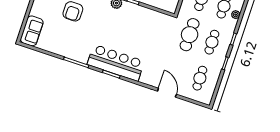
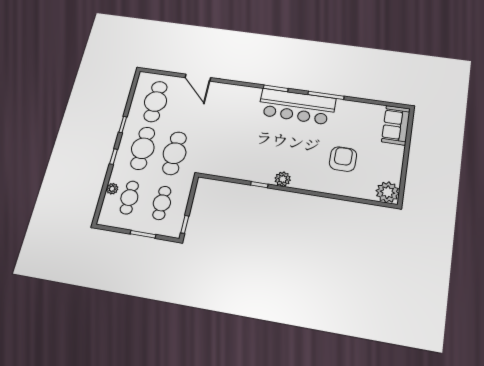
cafe table: (212, 42) -> (143, 148), width x1.37, depth x1.35
bar counter: (116, 63) -> (297, 107), moved
cafe table: (200, 78) -> (156, 101), width x1.37, depth x1.35

